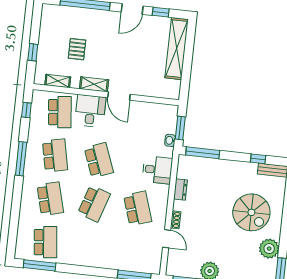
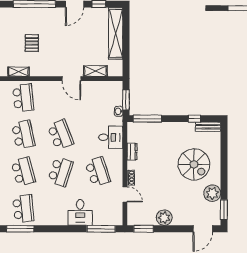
shelving: (94, 84) -> (95, 71), moved
desk: (90, 111) -> (80, 212), moved, turned 180

